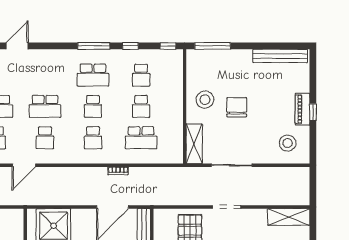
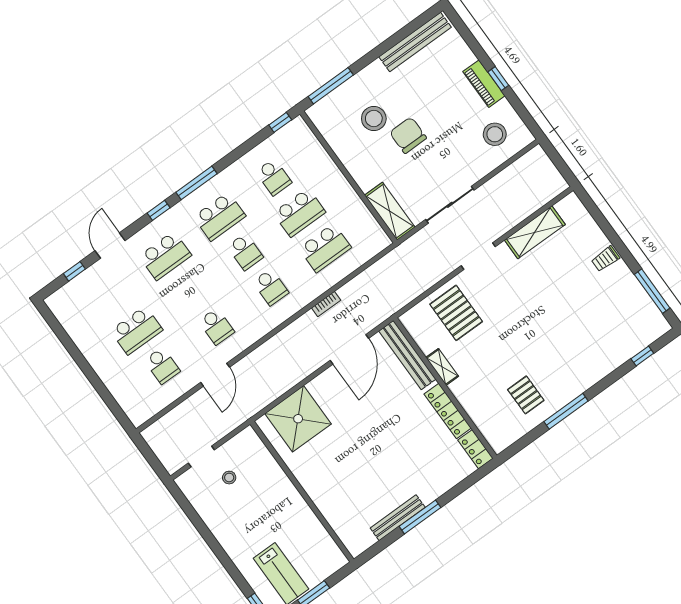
window: (130, 46) -> (159, 210), moved
stool: (205, 100) -> (374, 119), moved
school desk: (45, 106) -> (165, 256), moved
school desk: (141, 106) -> (299, 213), width x1.85
shelving: (289, 217) -> (535, 232), moved

